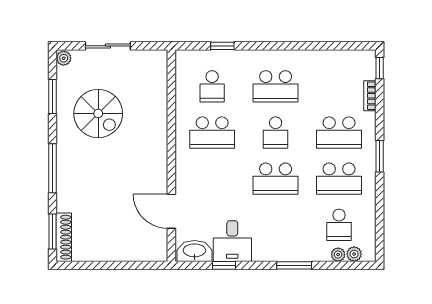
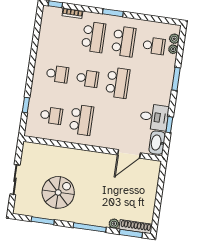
plant: (64, 58) -> (114, 224), moved
school desk: (276, 86) -> (57, 74), width x0.54

